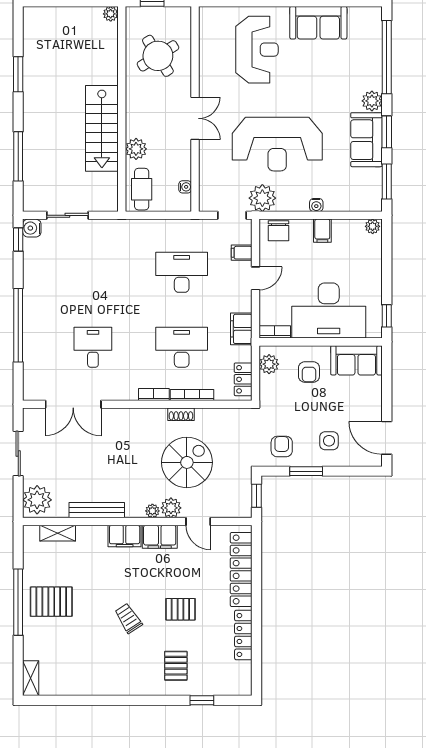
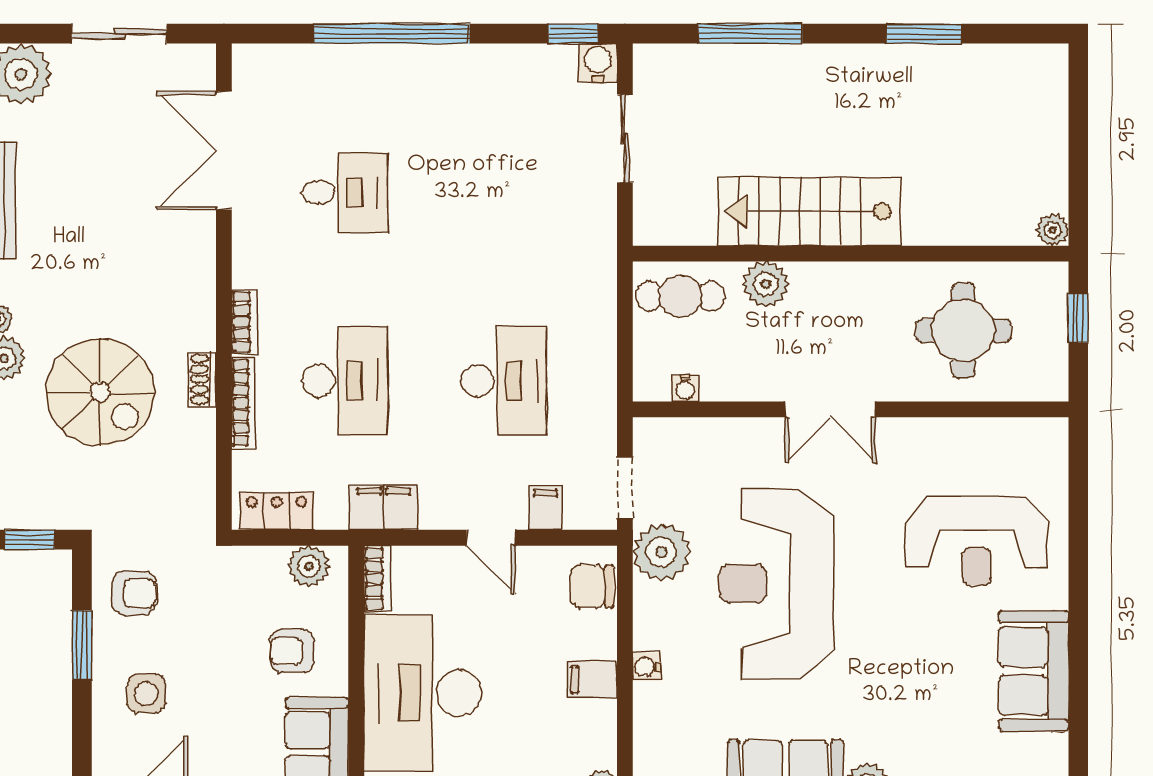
round table: (158, 56) -> (963, 331), turned 32

